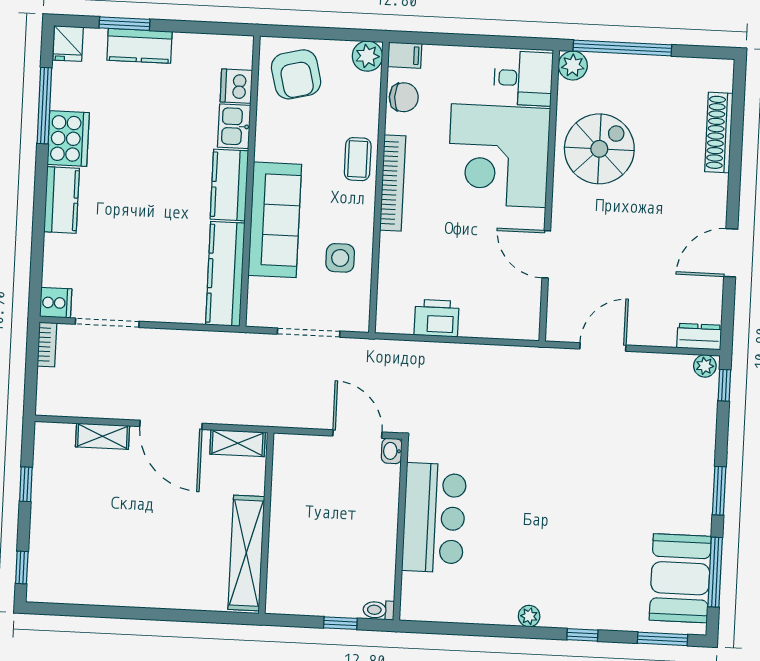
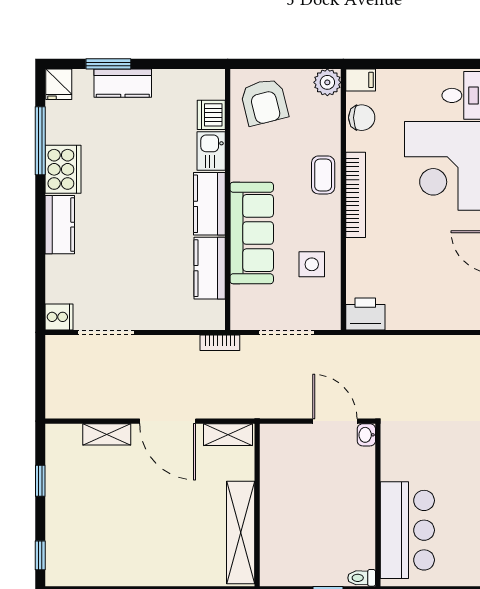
kitchen counter: (225, 274) -> (210, 268), width x0.67
printer: (437, 318) -> (365, 314), moved
bookcase: (47, 345) -> (220, 343), moved, turned 90
bar counter: (434, 518) -> (407, 530), moved

